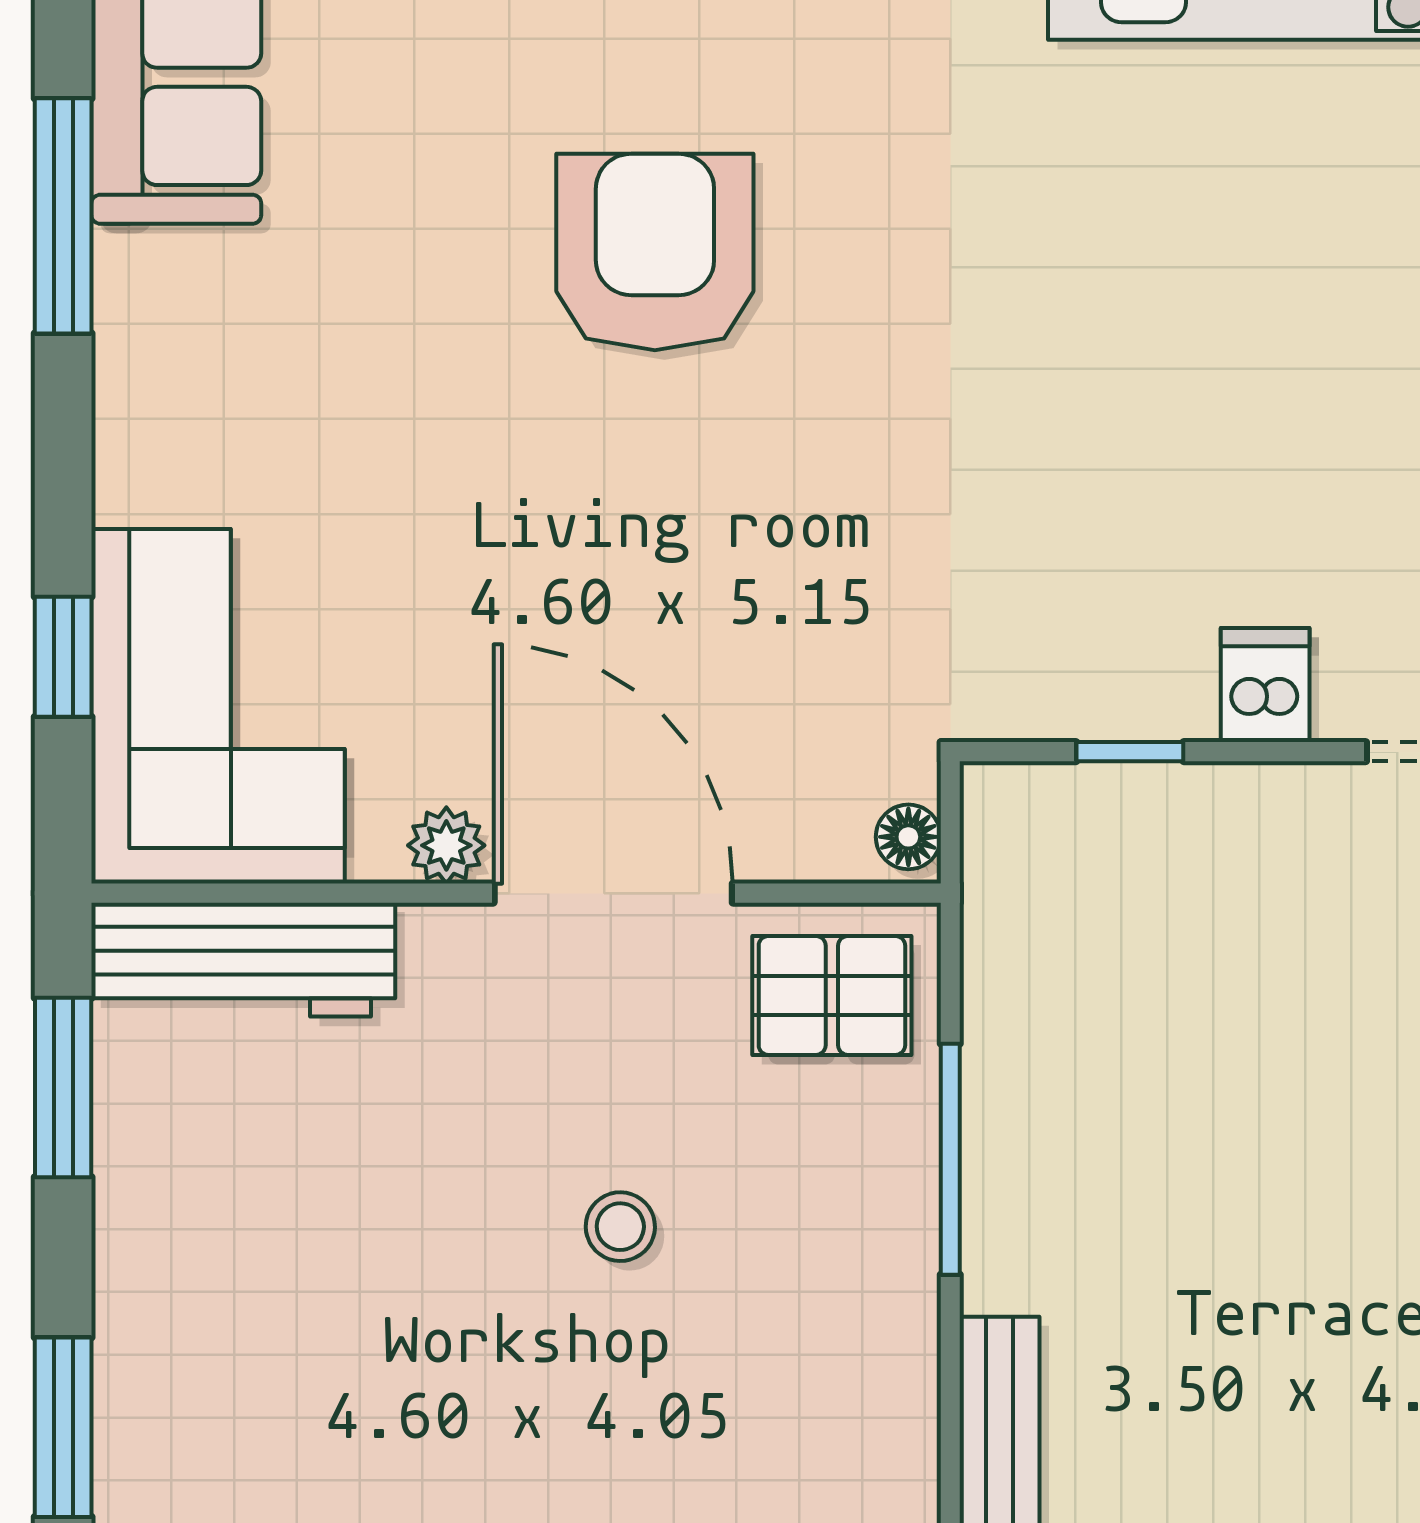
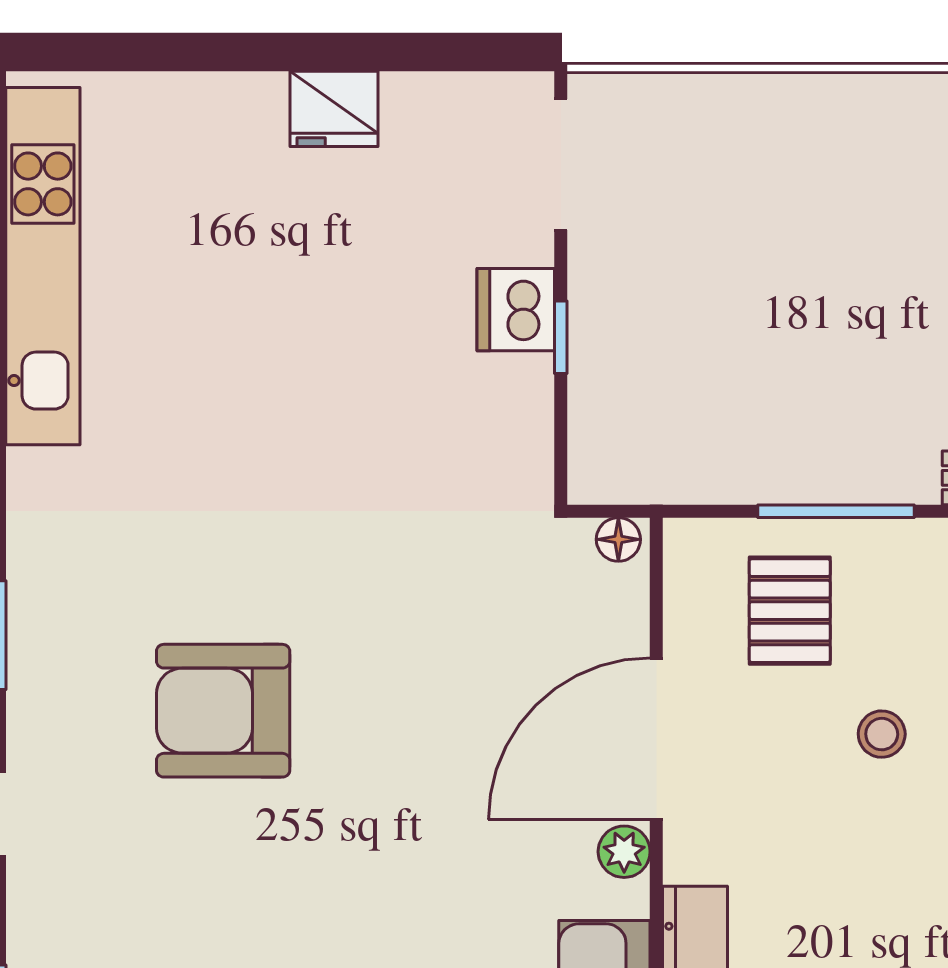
dishwasher: (1265, 685) -> (516, 310), width x1.38
window: (1130, 752) -> (561, 337), moved
pallet: (832, 995) -> (790, 611), moved

